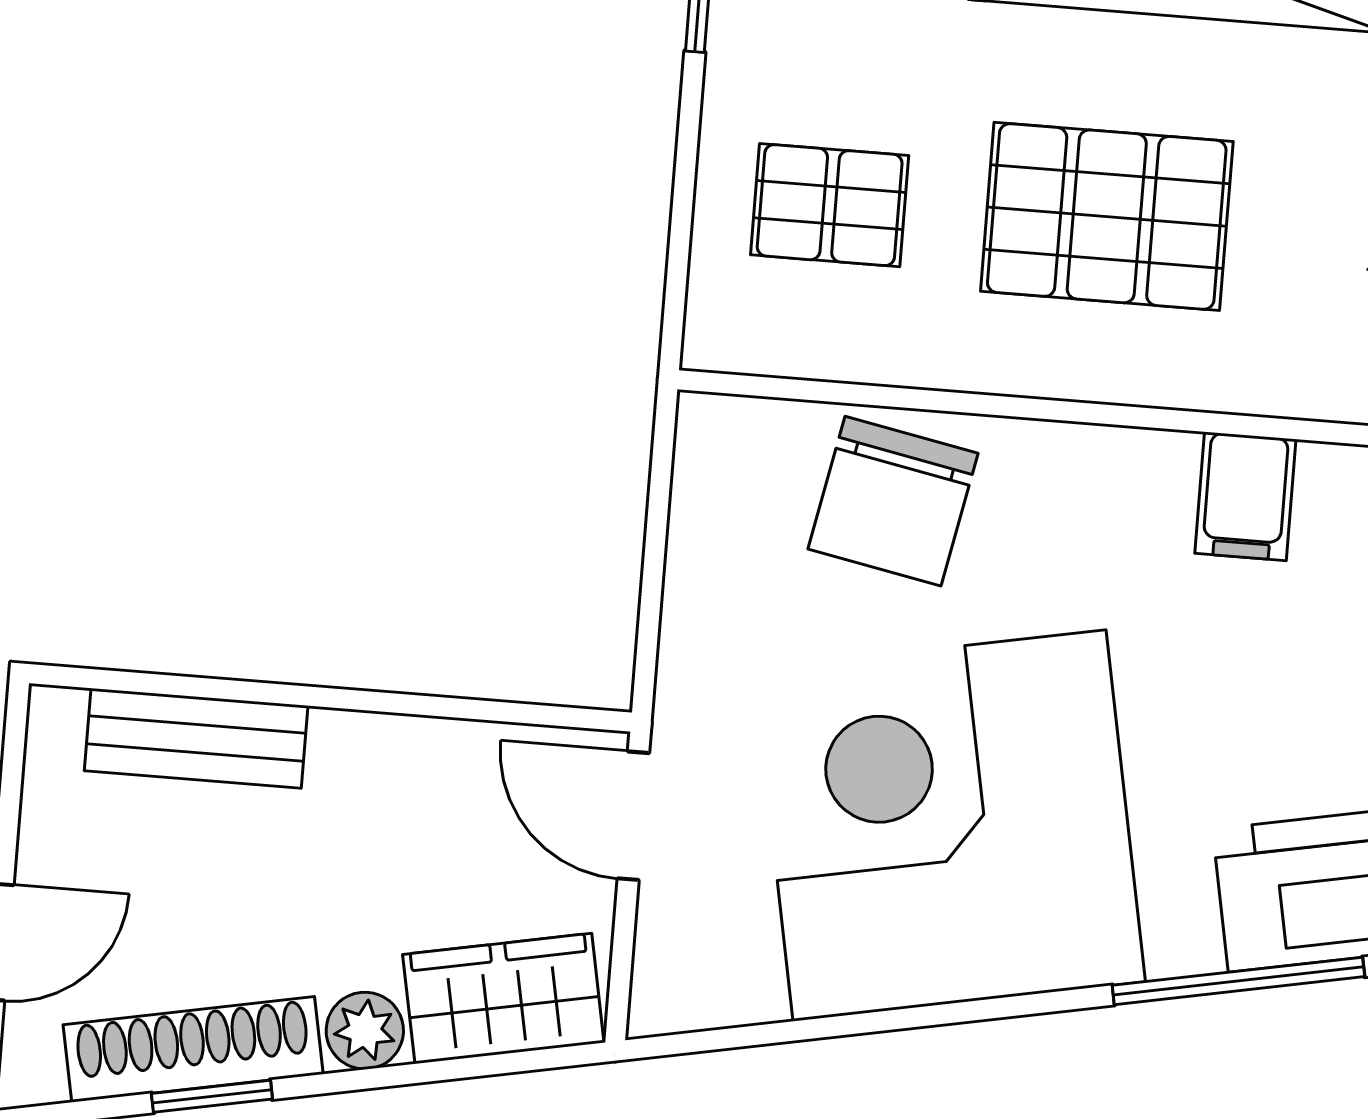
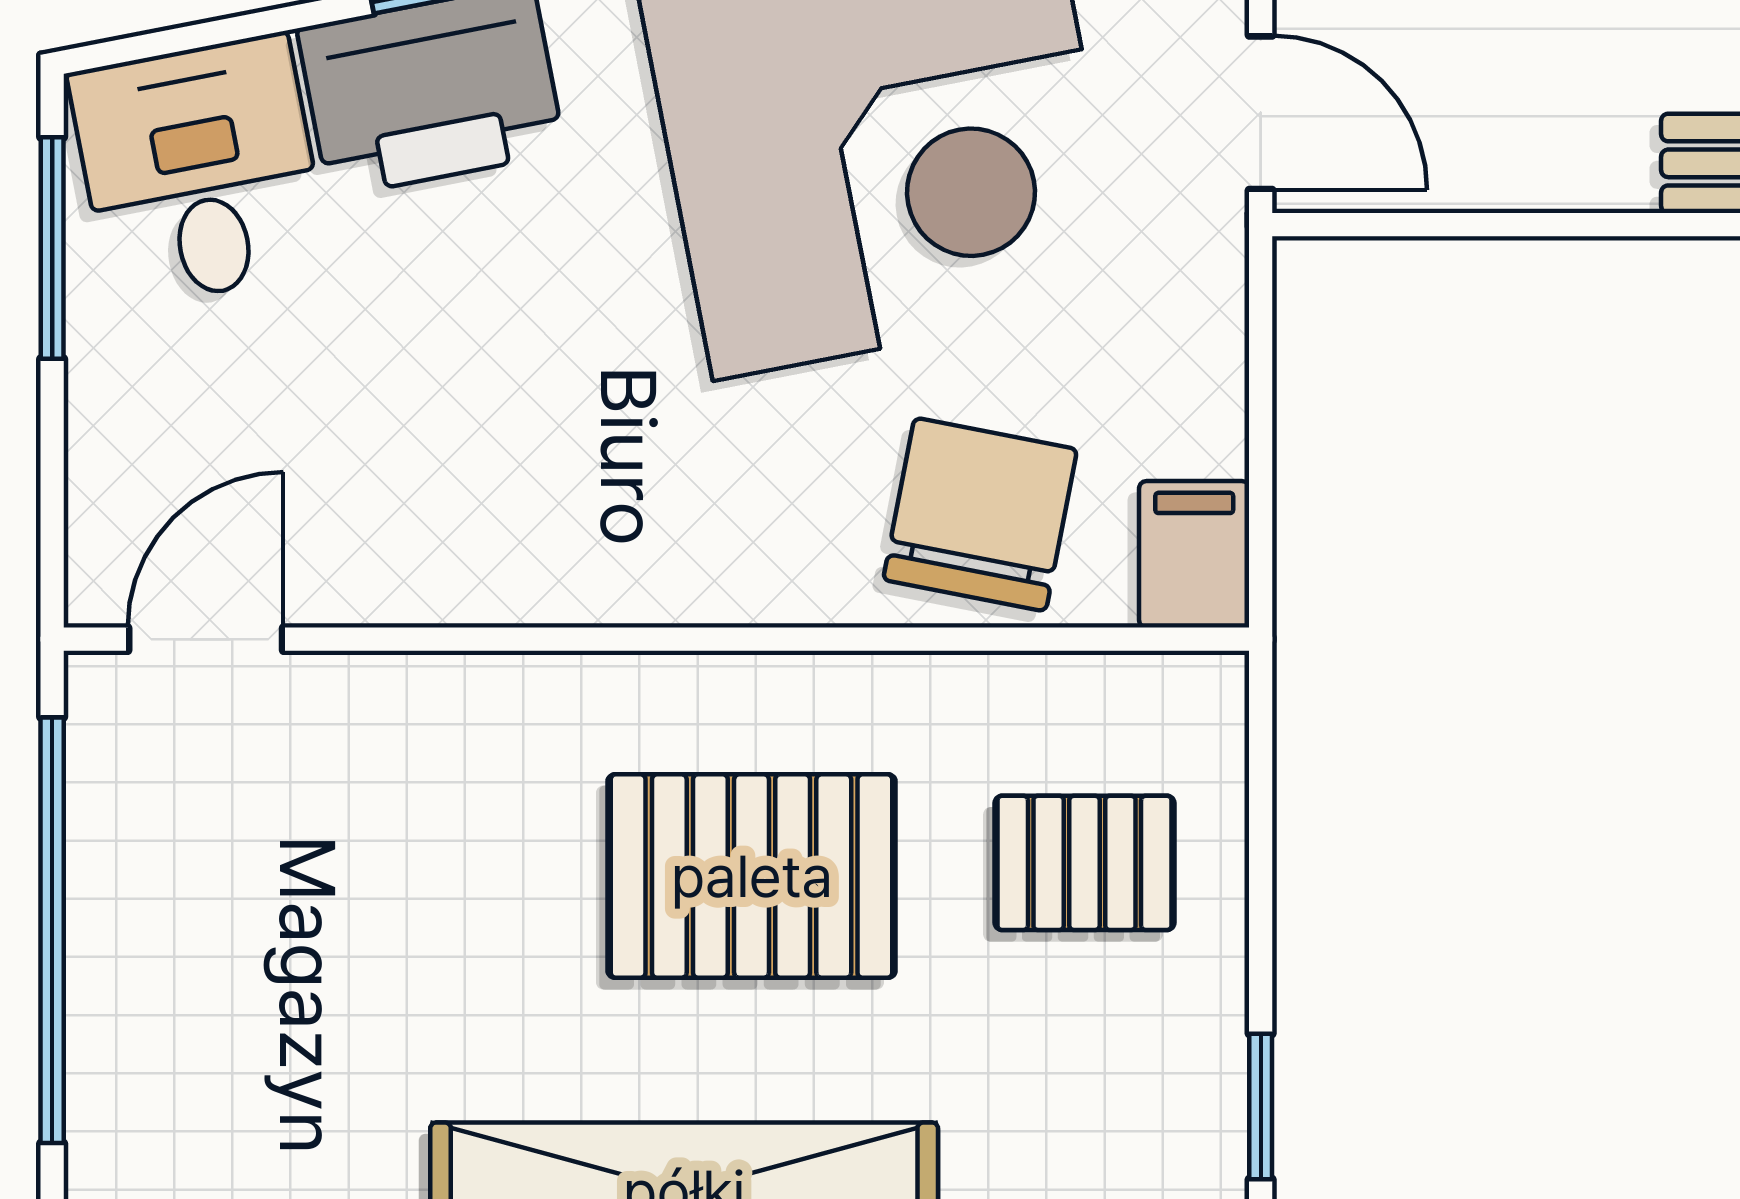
filing cabinet: (1245, 496) -> (1194, 554), moved

